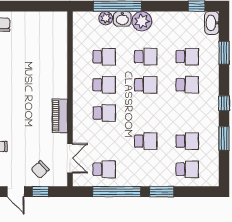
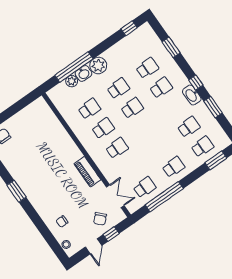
washbasin: (212, 23) -> (192, 95), moved
school desk: (146, 141) -> (174, 167), moved
door: (16, 192) -> (94, 246), hinge flipped
window: (162, 192) -> (216, 160), moved

